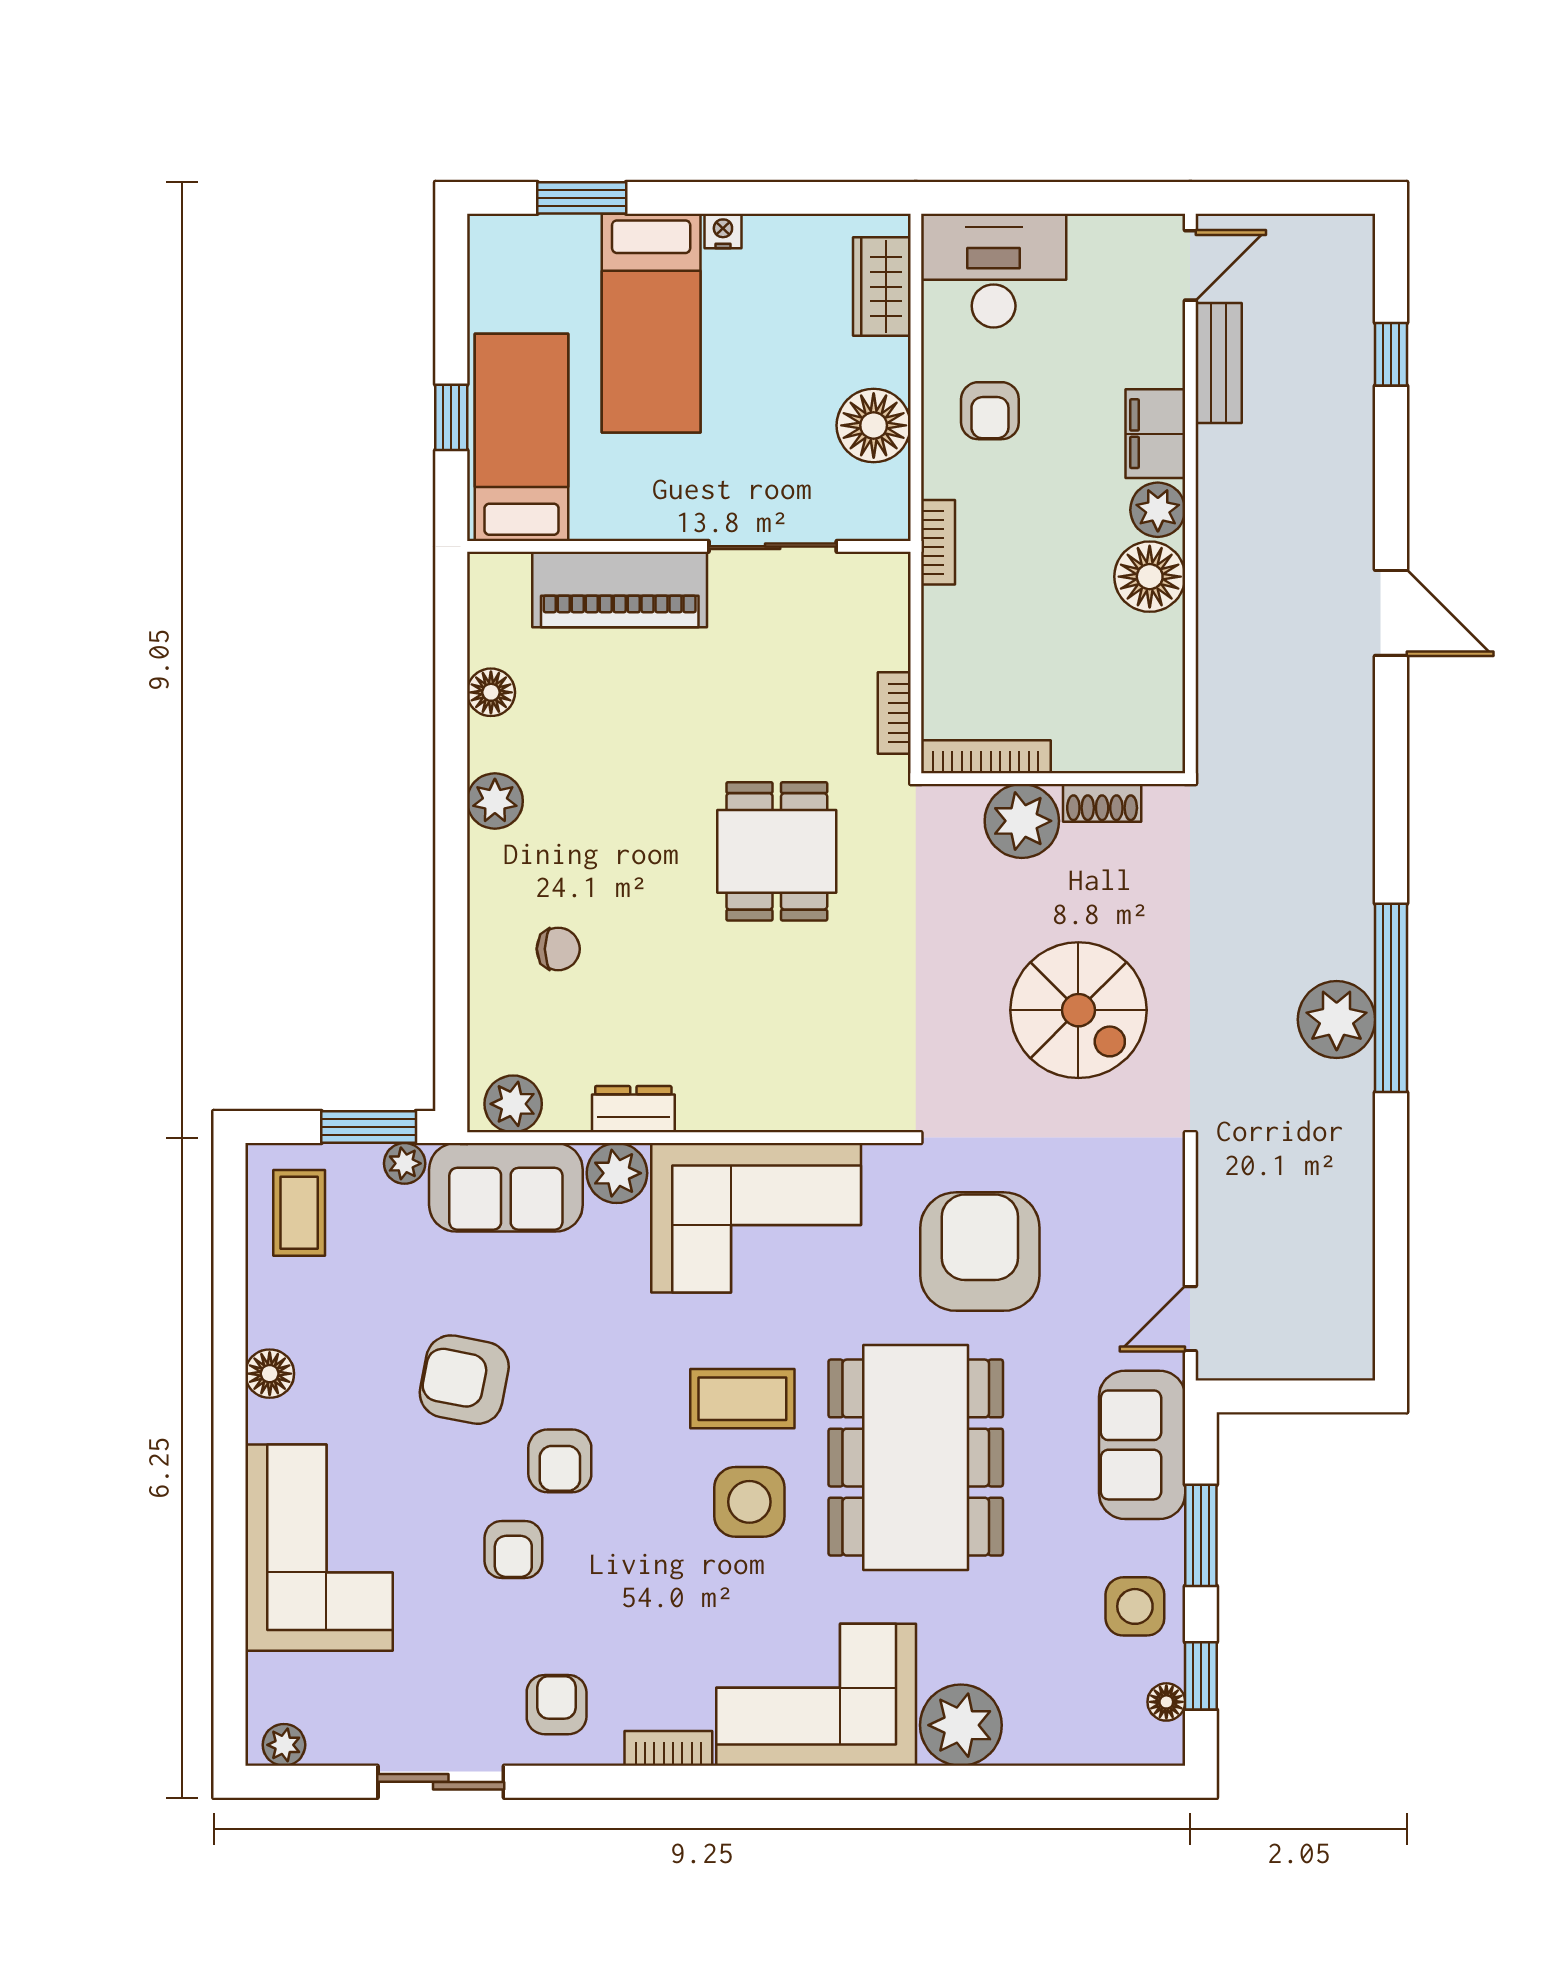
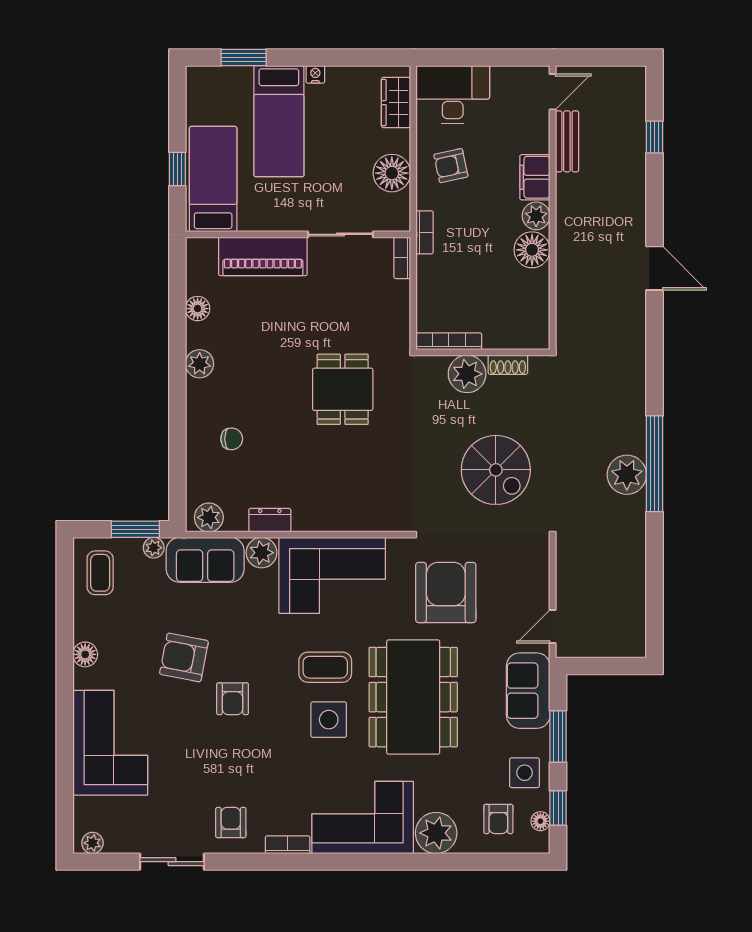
armchair: (990, 411) -> (451, 166), turned 78
bookcase: (894, 713) -> (402, 258), moved
armchair: (513, 1549) -> (498, 819), moved

